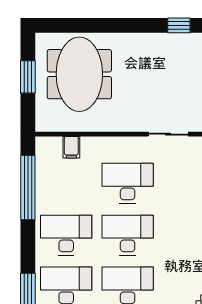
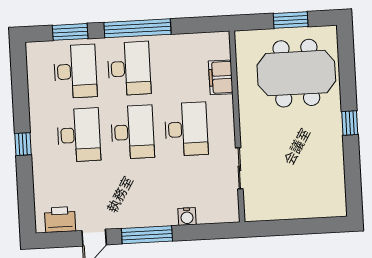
window: (179, 25) -> (350, 123), moved
filing cabinet: (71, 147) -> (221, 77), width x2.00
window: (28, 188) -> (137, 28), moved

